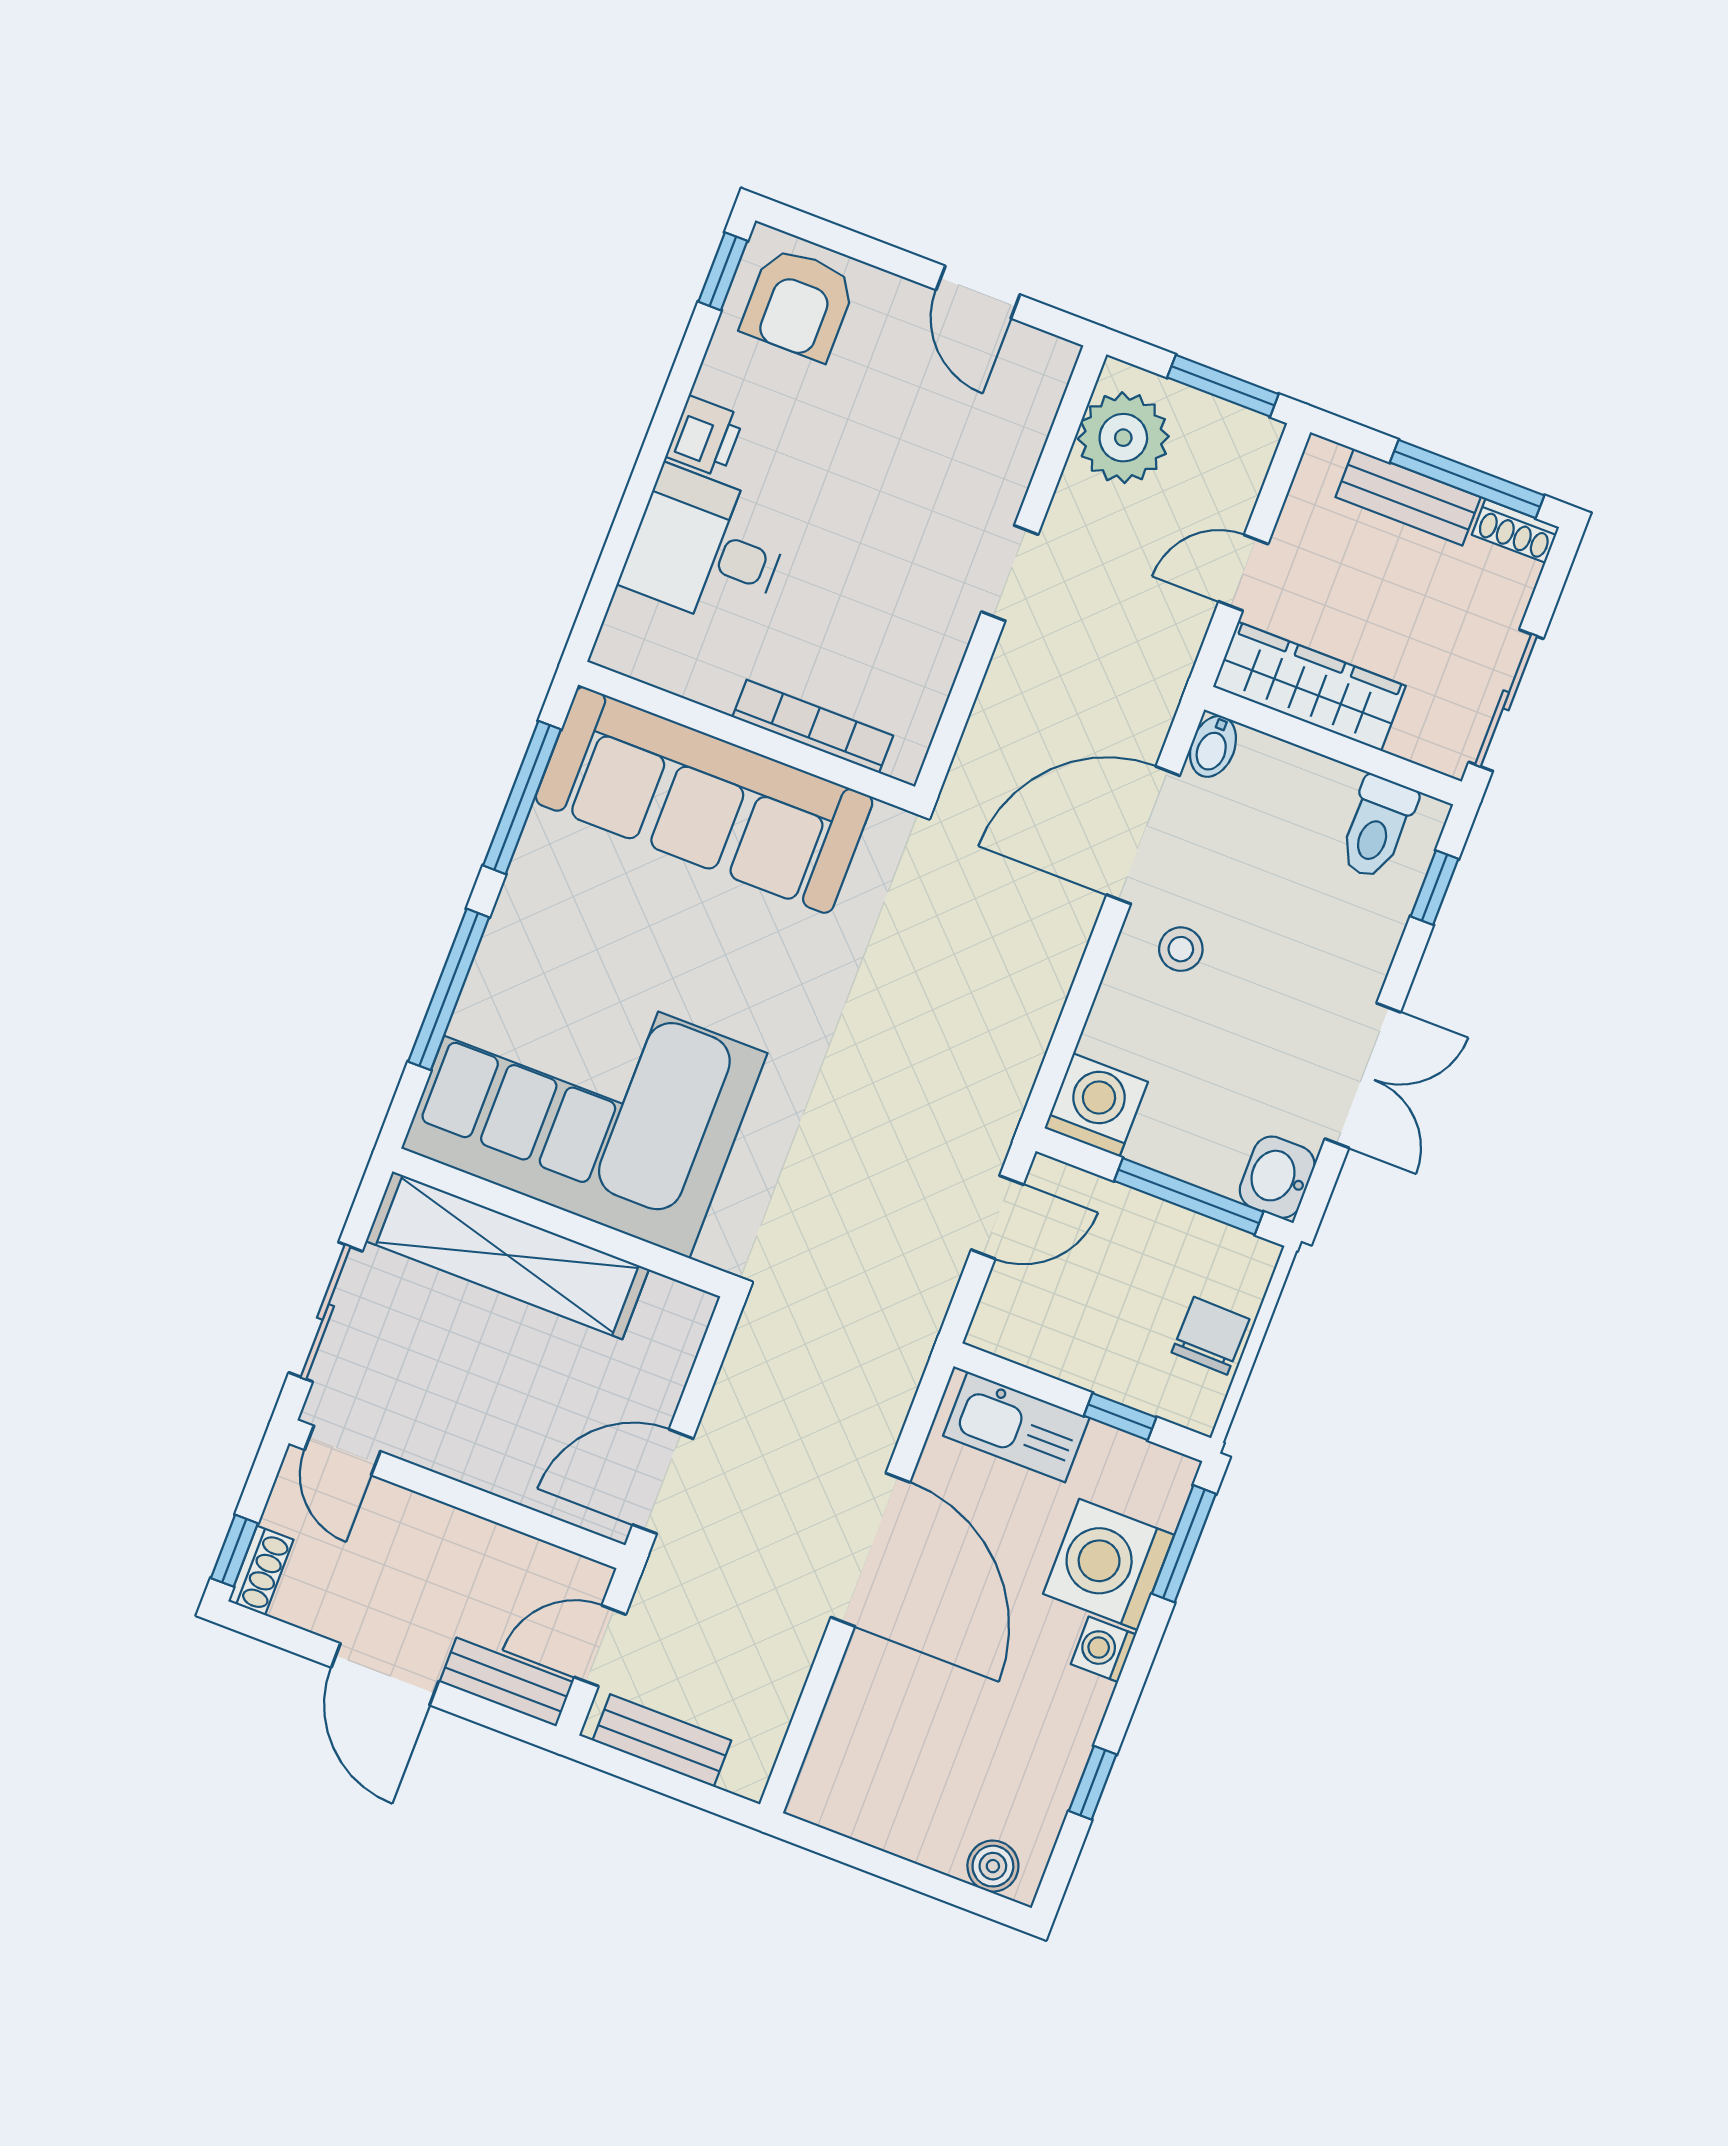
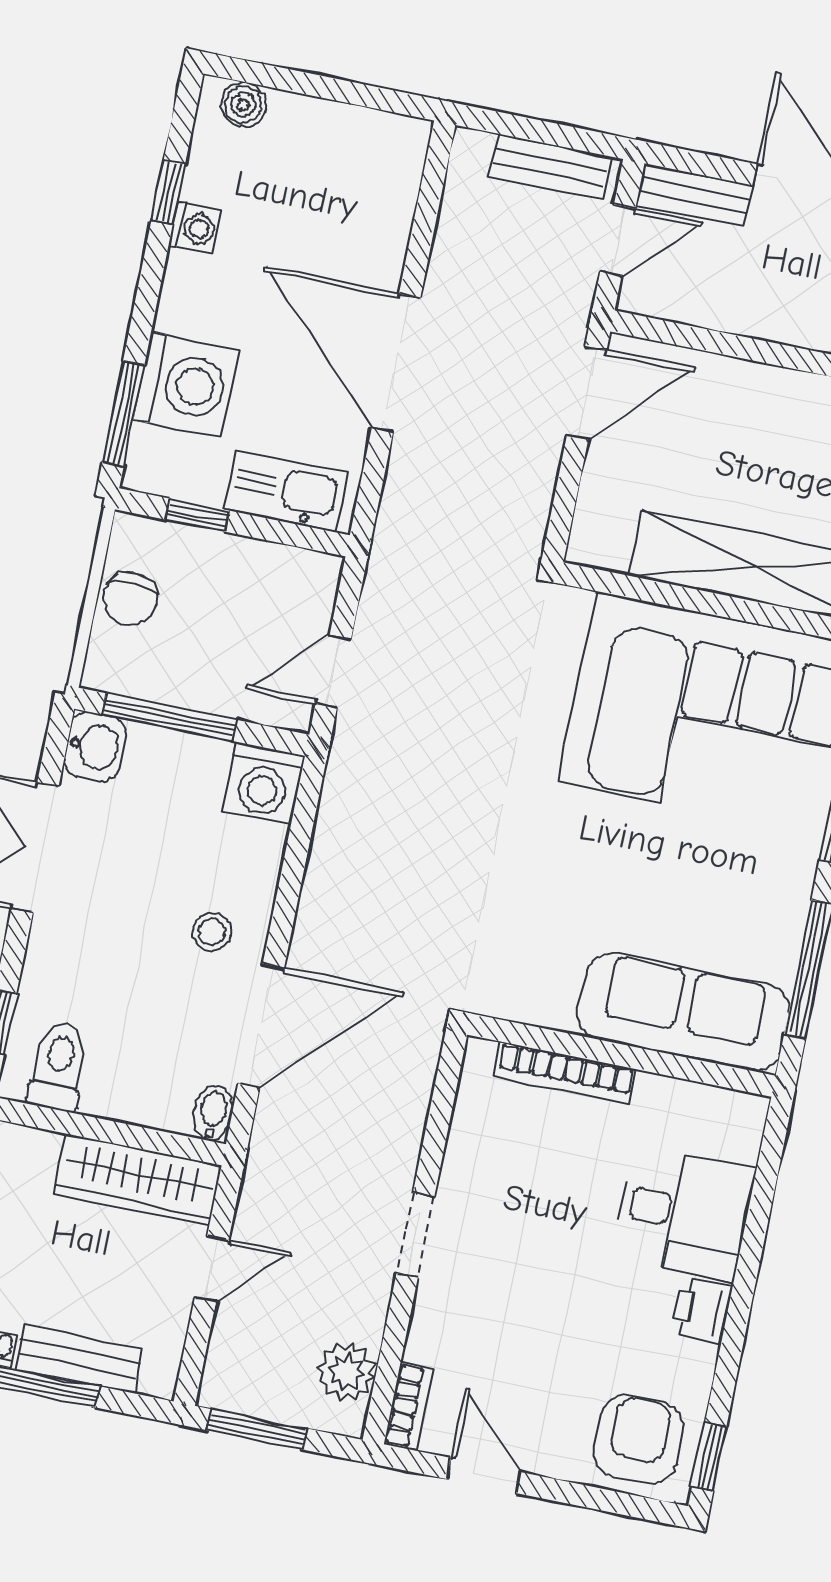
bookcase: (1049, 383) -> (409, 1406), added
plant: (1123, 438) -> (346, 1372), width x0.73, depth x0.73
sofa: (704, 800) -> (683, 1012), width x0.74, depth x0.79
washing machine: (1103, 1649) -> (195, 228), moved

